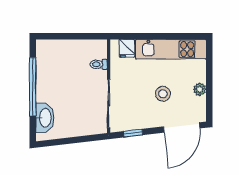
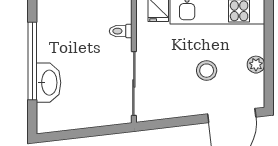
washbasin: (45, 118) -> (49, 83), moved
window: (133, 133) -> (167, 123), removed

